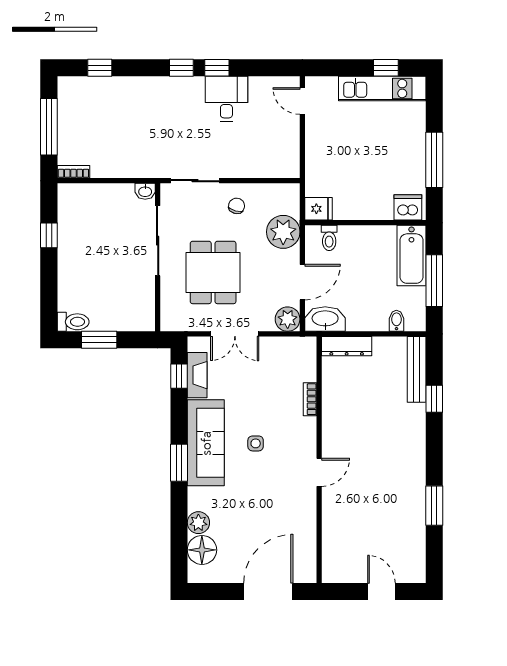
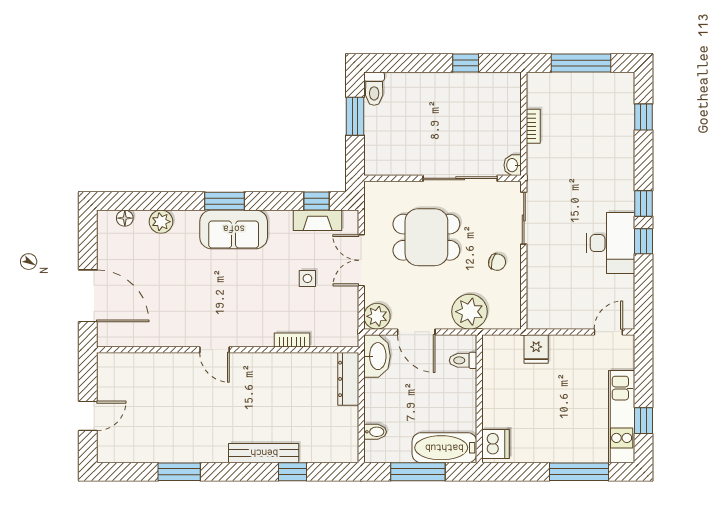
desk: (226, 99) -> (611, 243), width x1.37
window: (434, 160) -> (579, 472), moved
bookcase: (73, 172) -> (533, 126), moved
fridge: (318, 209) -> (536, 349), moved
bench: (417, 369) -> (264, 453), moved
sofa: (206, 443) -> (234, 229), width x0.73
side table: (256, 443) -> (307, 278), moved
floor lamp: (202, 550) -> (125, 218), width x0.53, depth x0.53

